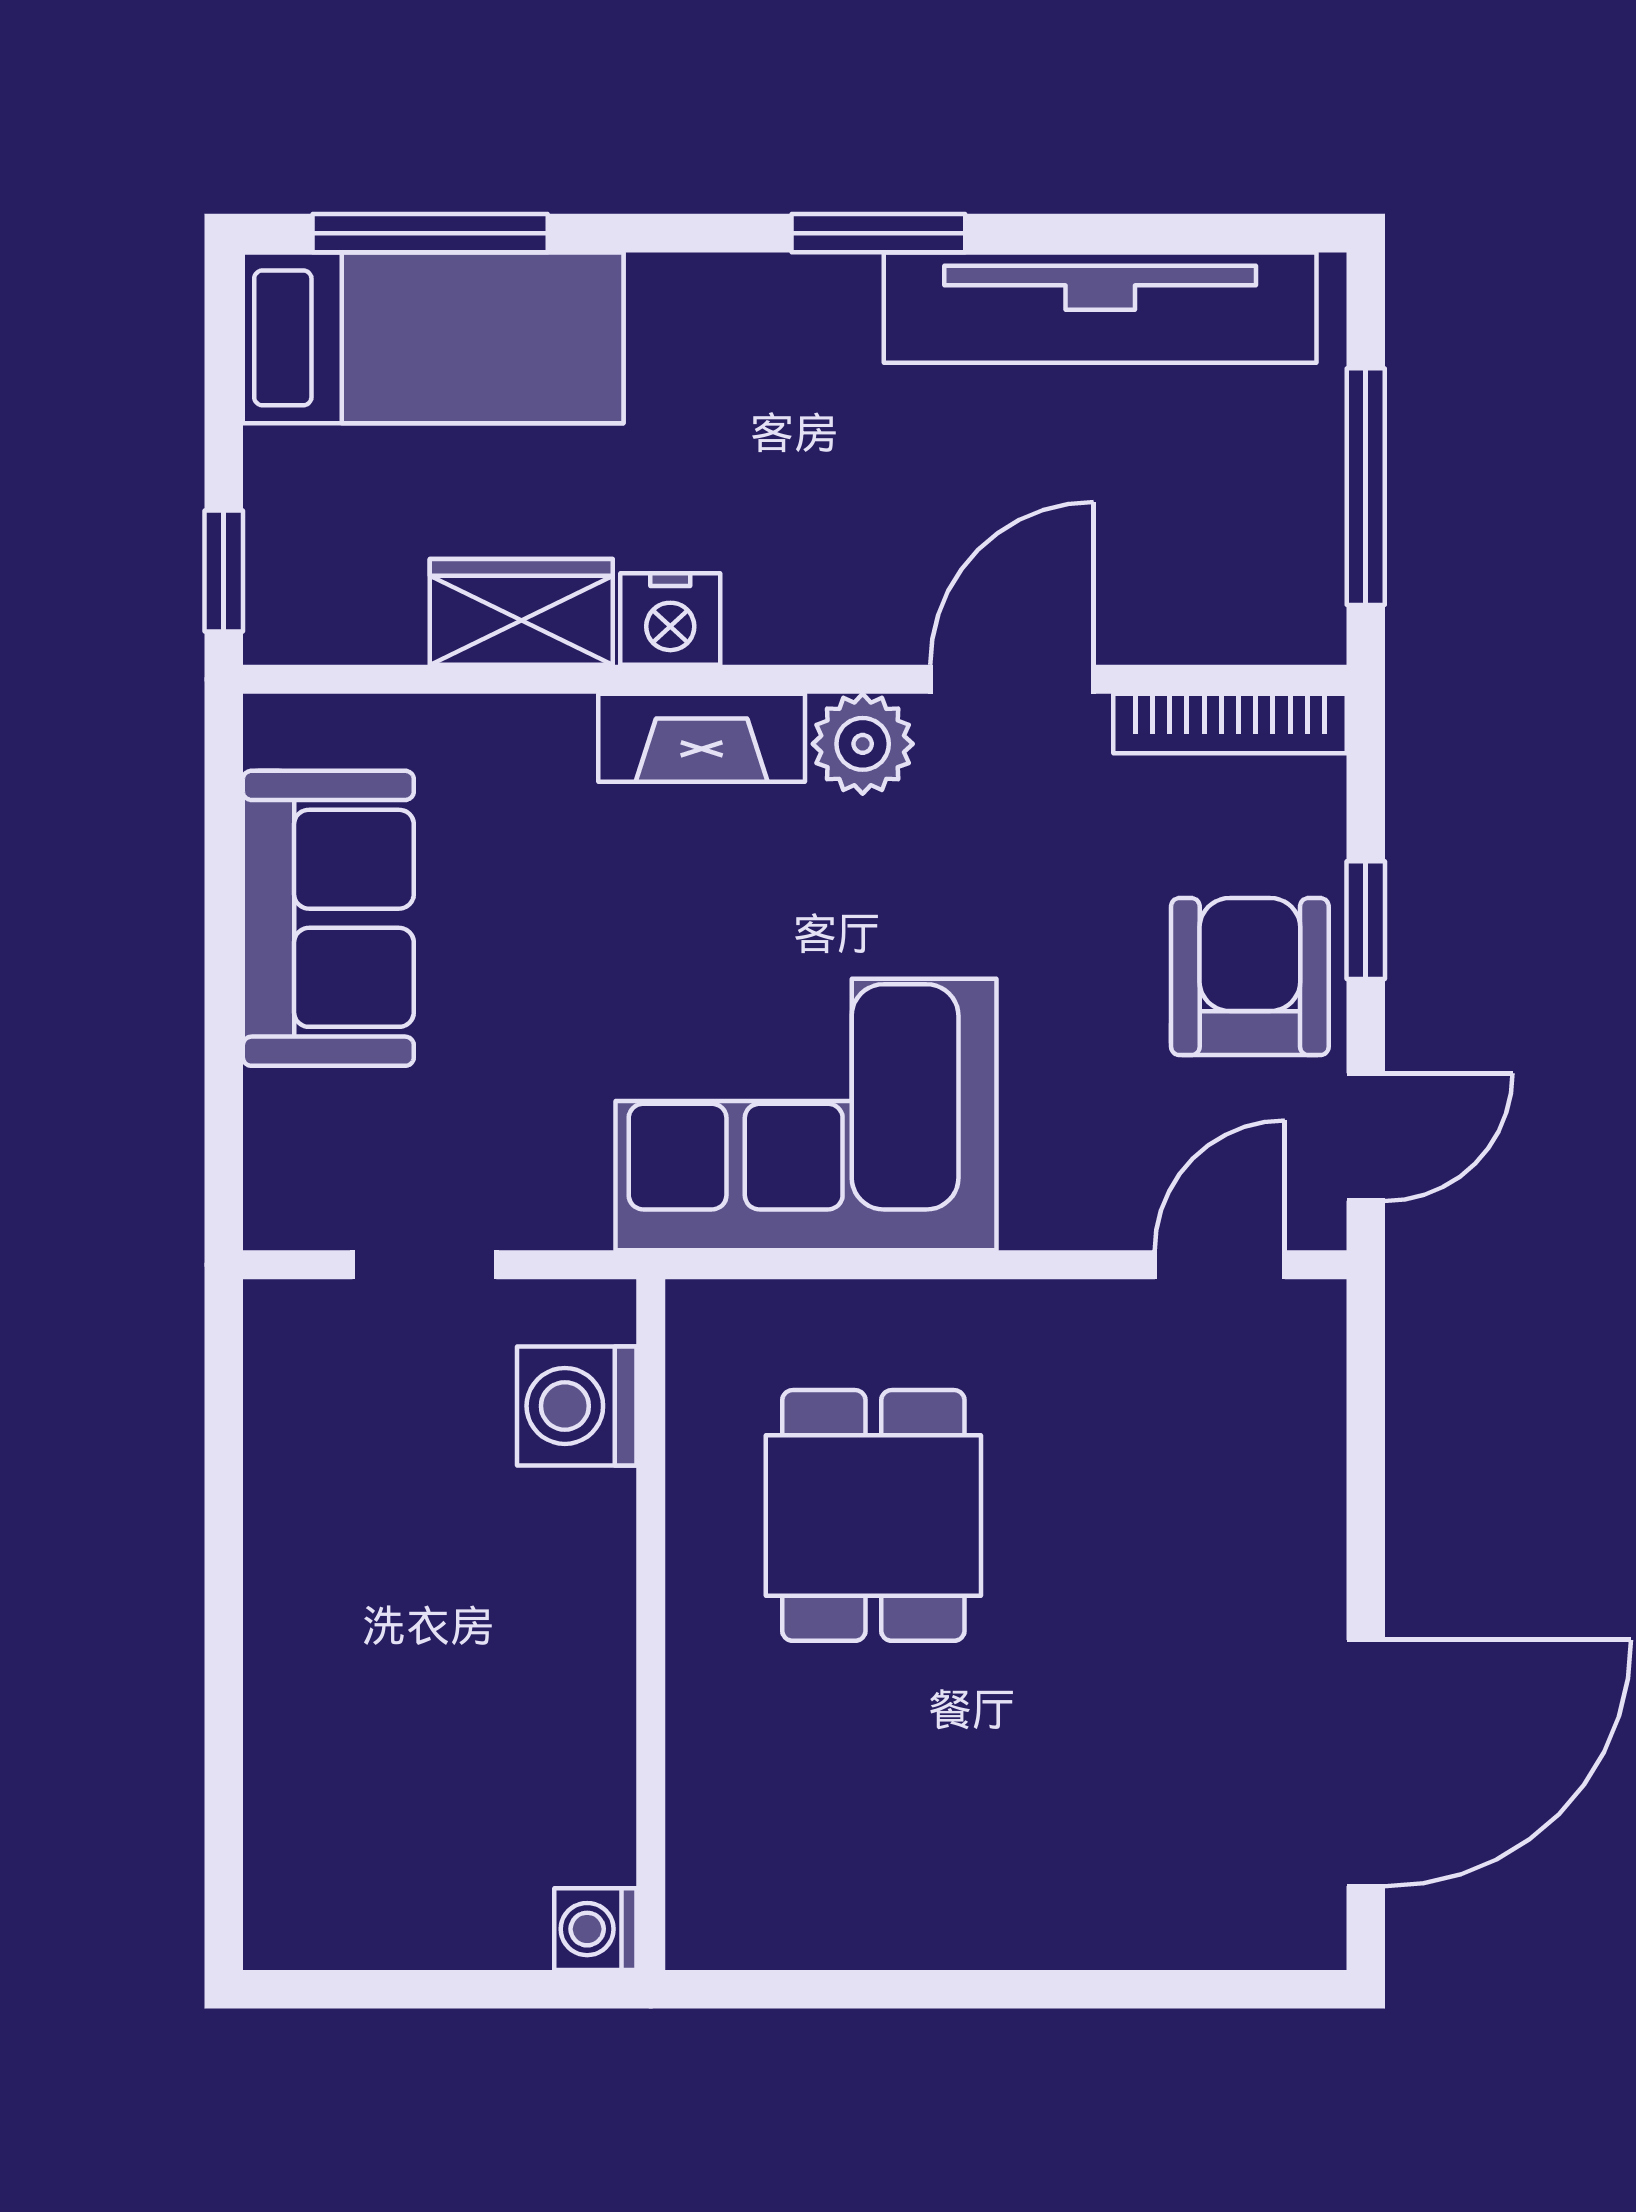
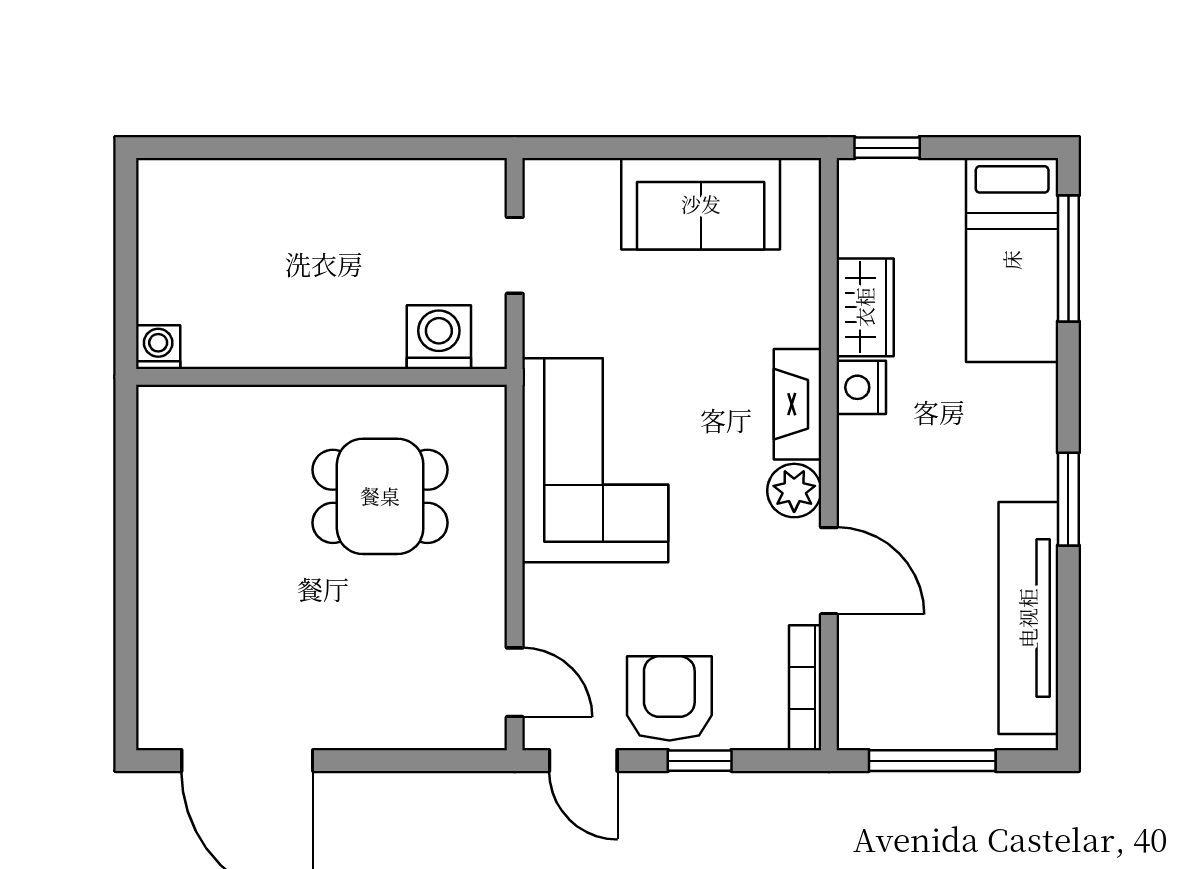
armchair: (1250, 977) -> (669, 698), turned -90

